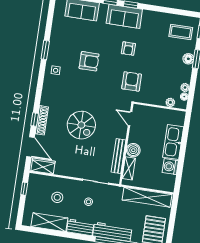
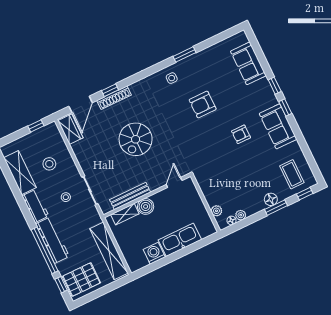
sofa: (124, 16) -> (278, 126), moved
armchair: (89, 61) -> (203, 104), turned 90
armchair: (132, 81) -> (211, 159), removed

